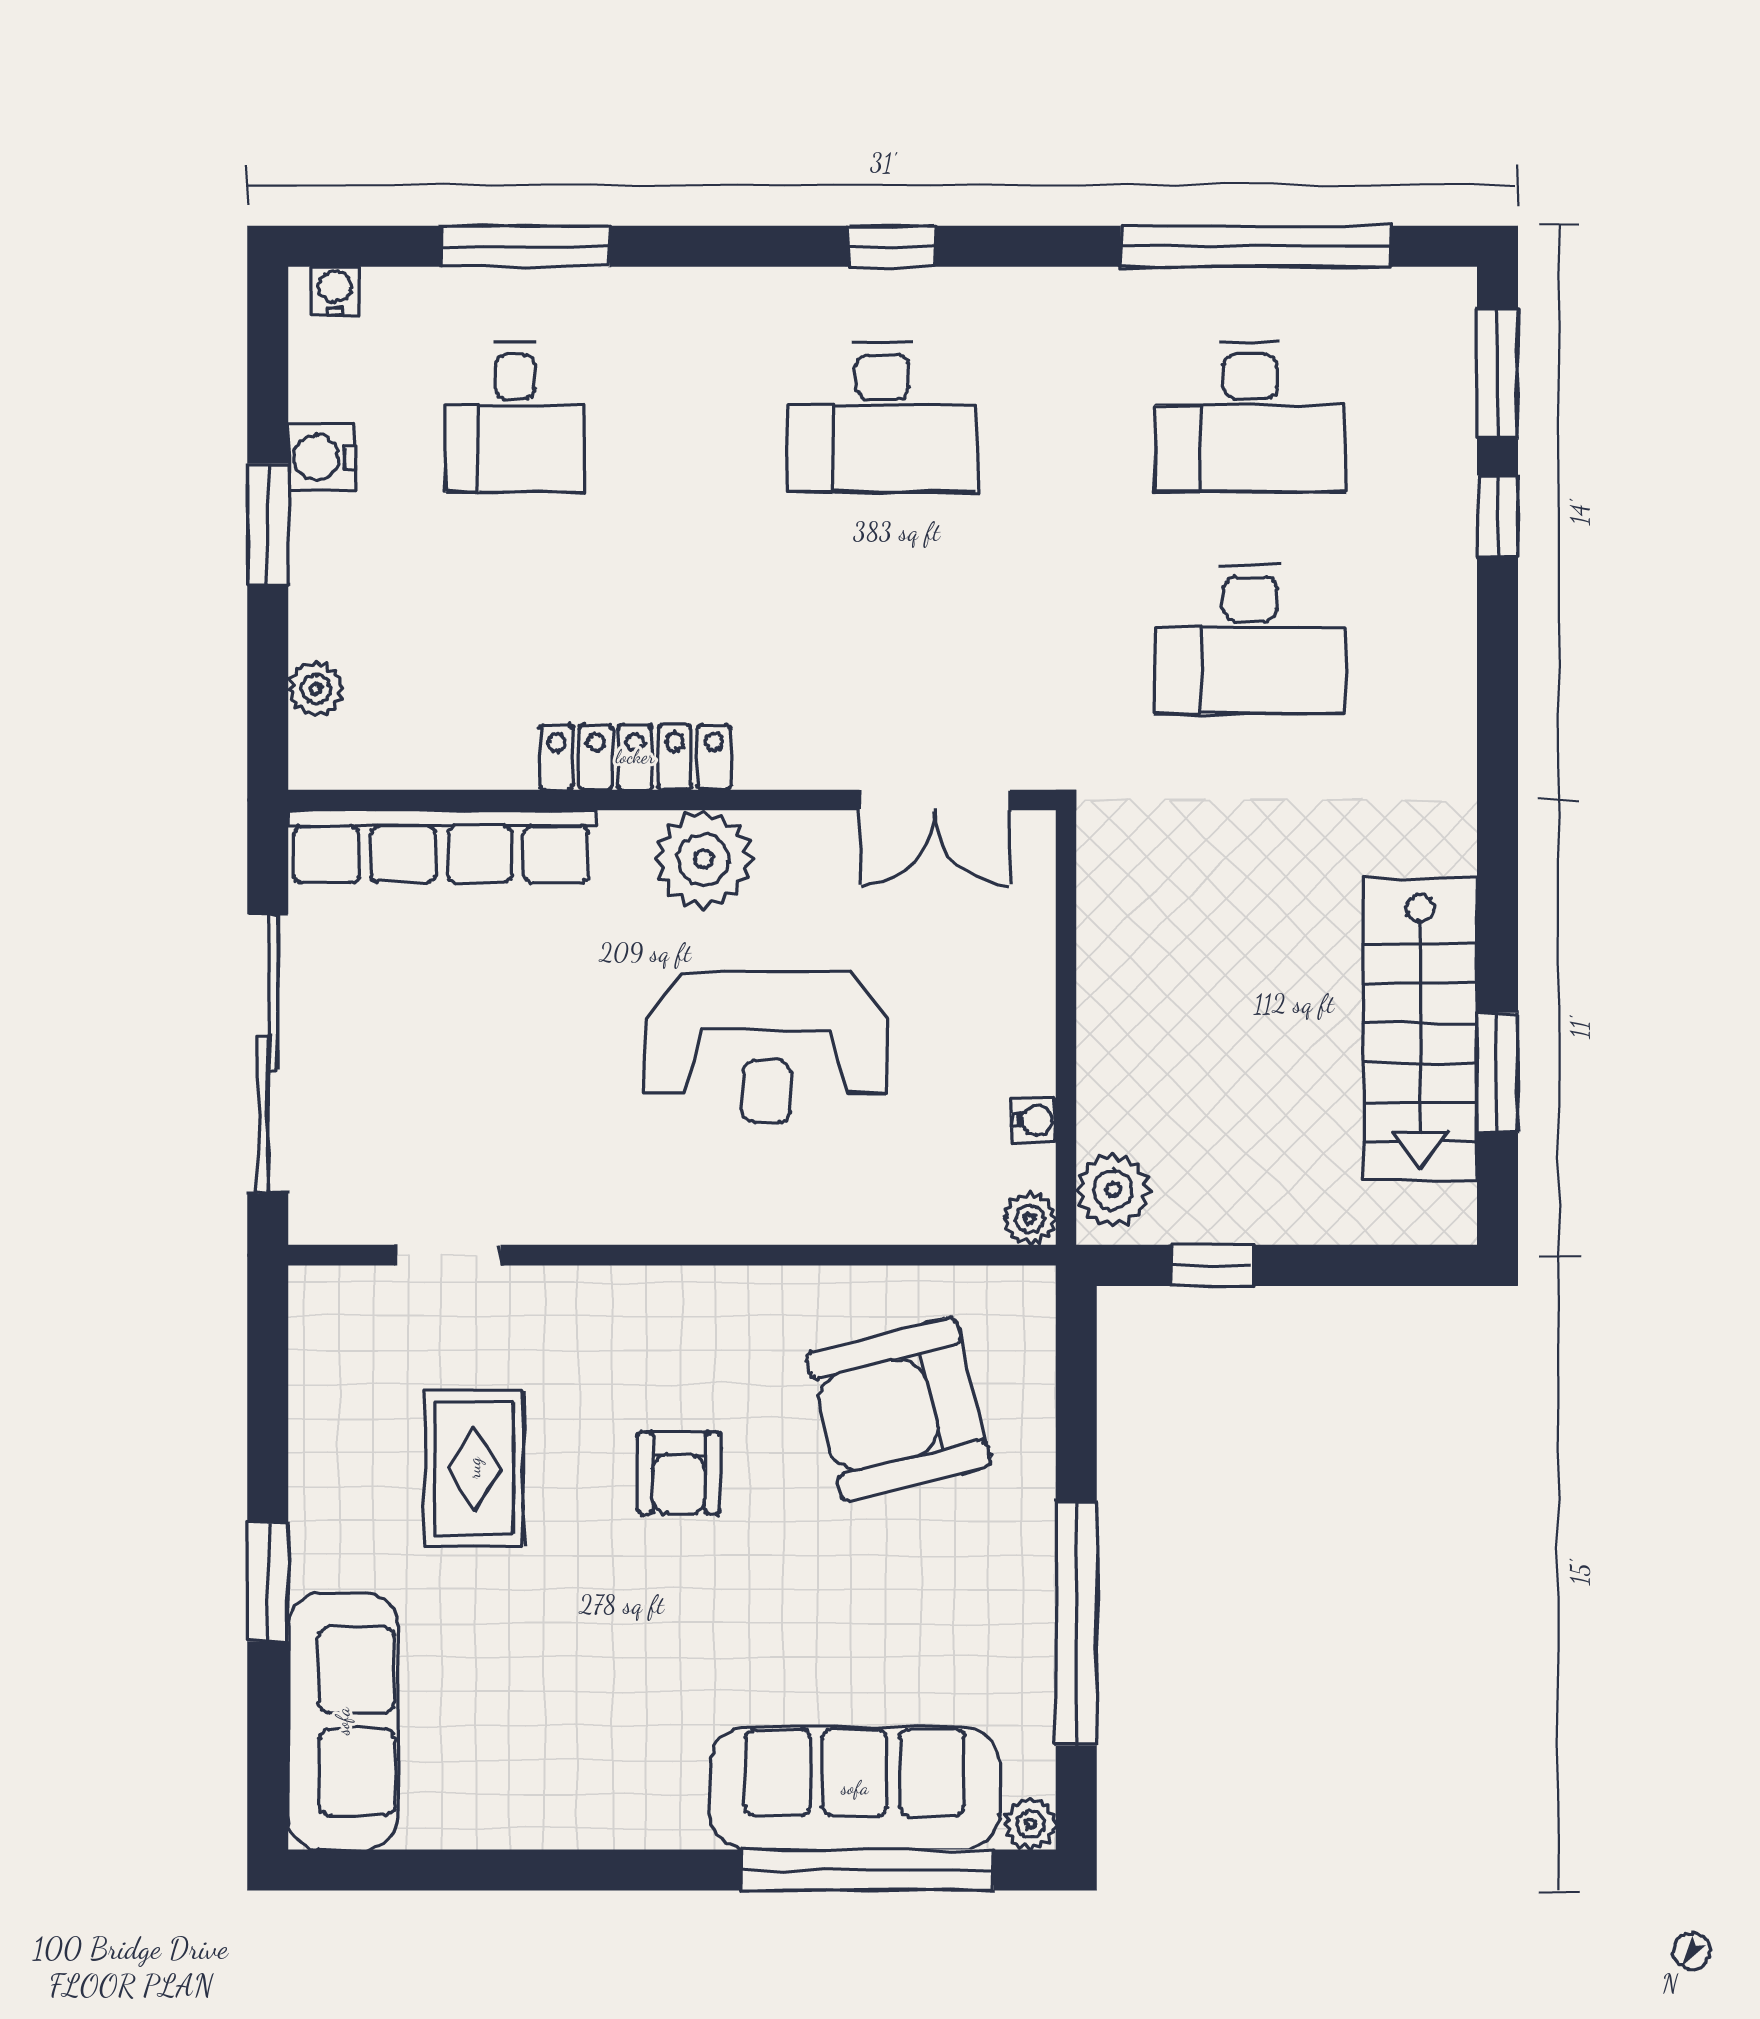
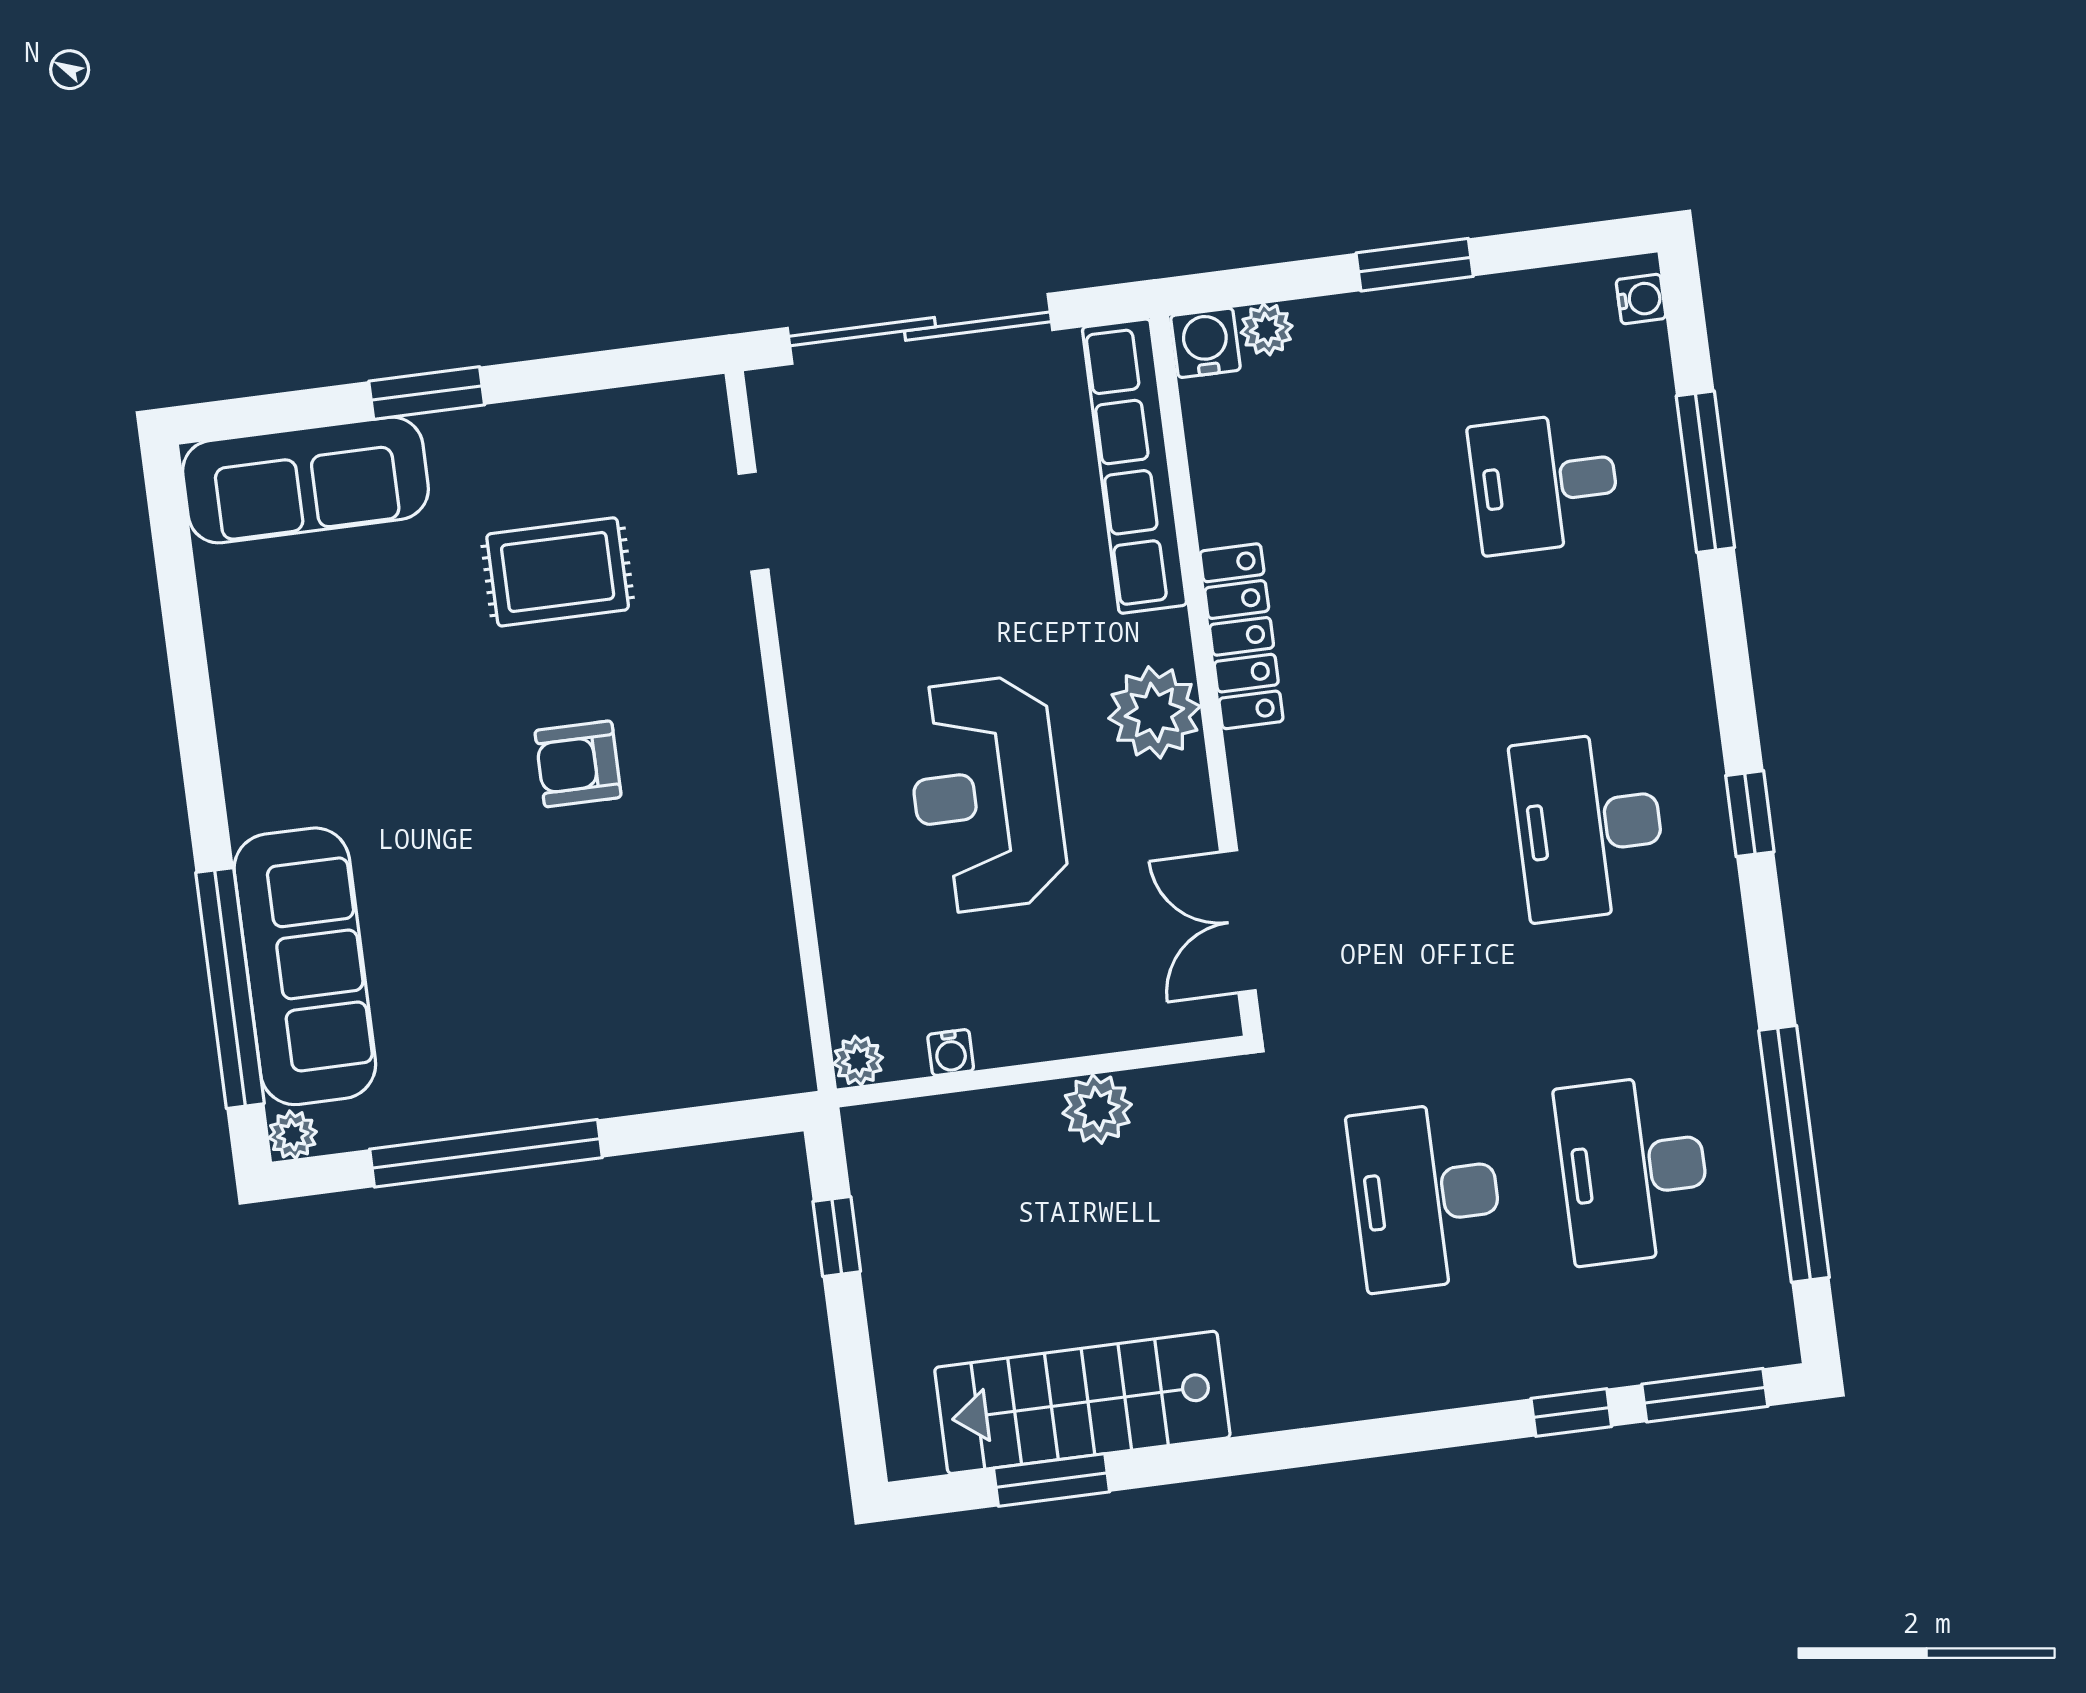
water cooler: (321, 457) -> (1206, 343), moved
plant: (1113, 1190) -> (1097, 1109), moved
armchair: (899, 1409) -> (664, 962), removed

